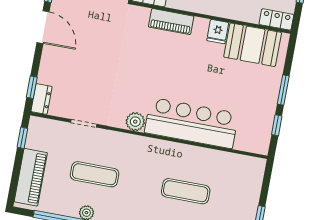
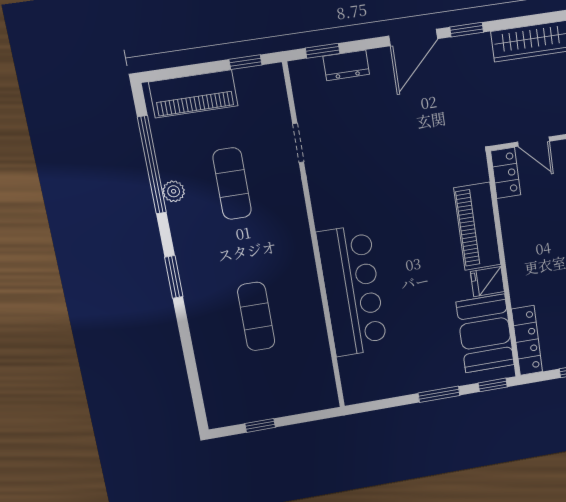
locker: (276, 19) -> (527, 340), width x1.53
piano: (171, 22) -> (477, 226), width x1.37, depth x1.33
dresser: (41, 99) -> (346, 65), moved
plant: (135, 122) -> (327, 214), removed
window: (277, 125) -> (493, 385), moved

